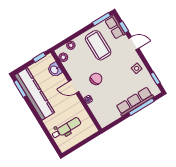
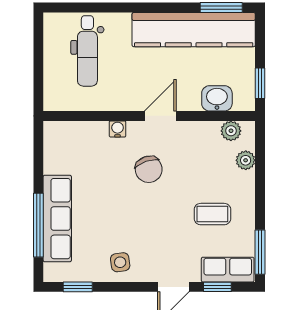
coffee table: (98, 45) -> (212, 214), width x0.54, depth x0.58

